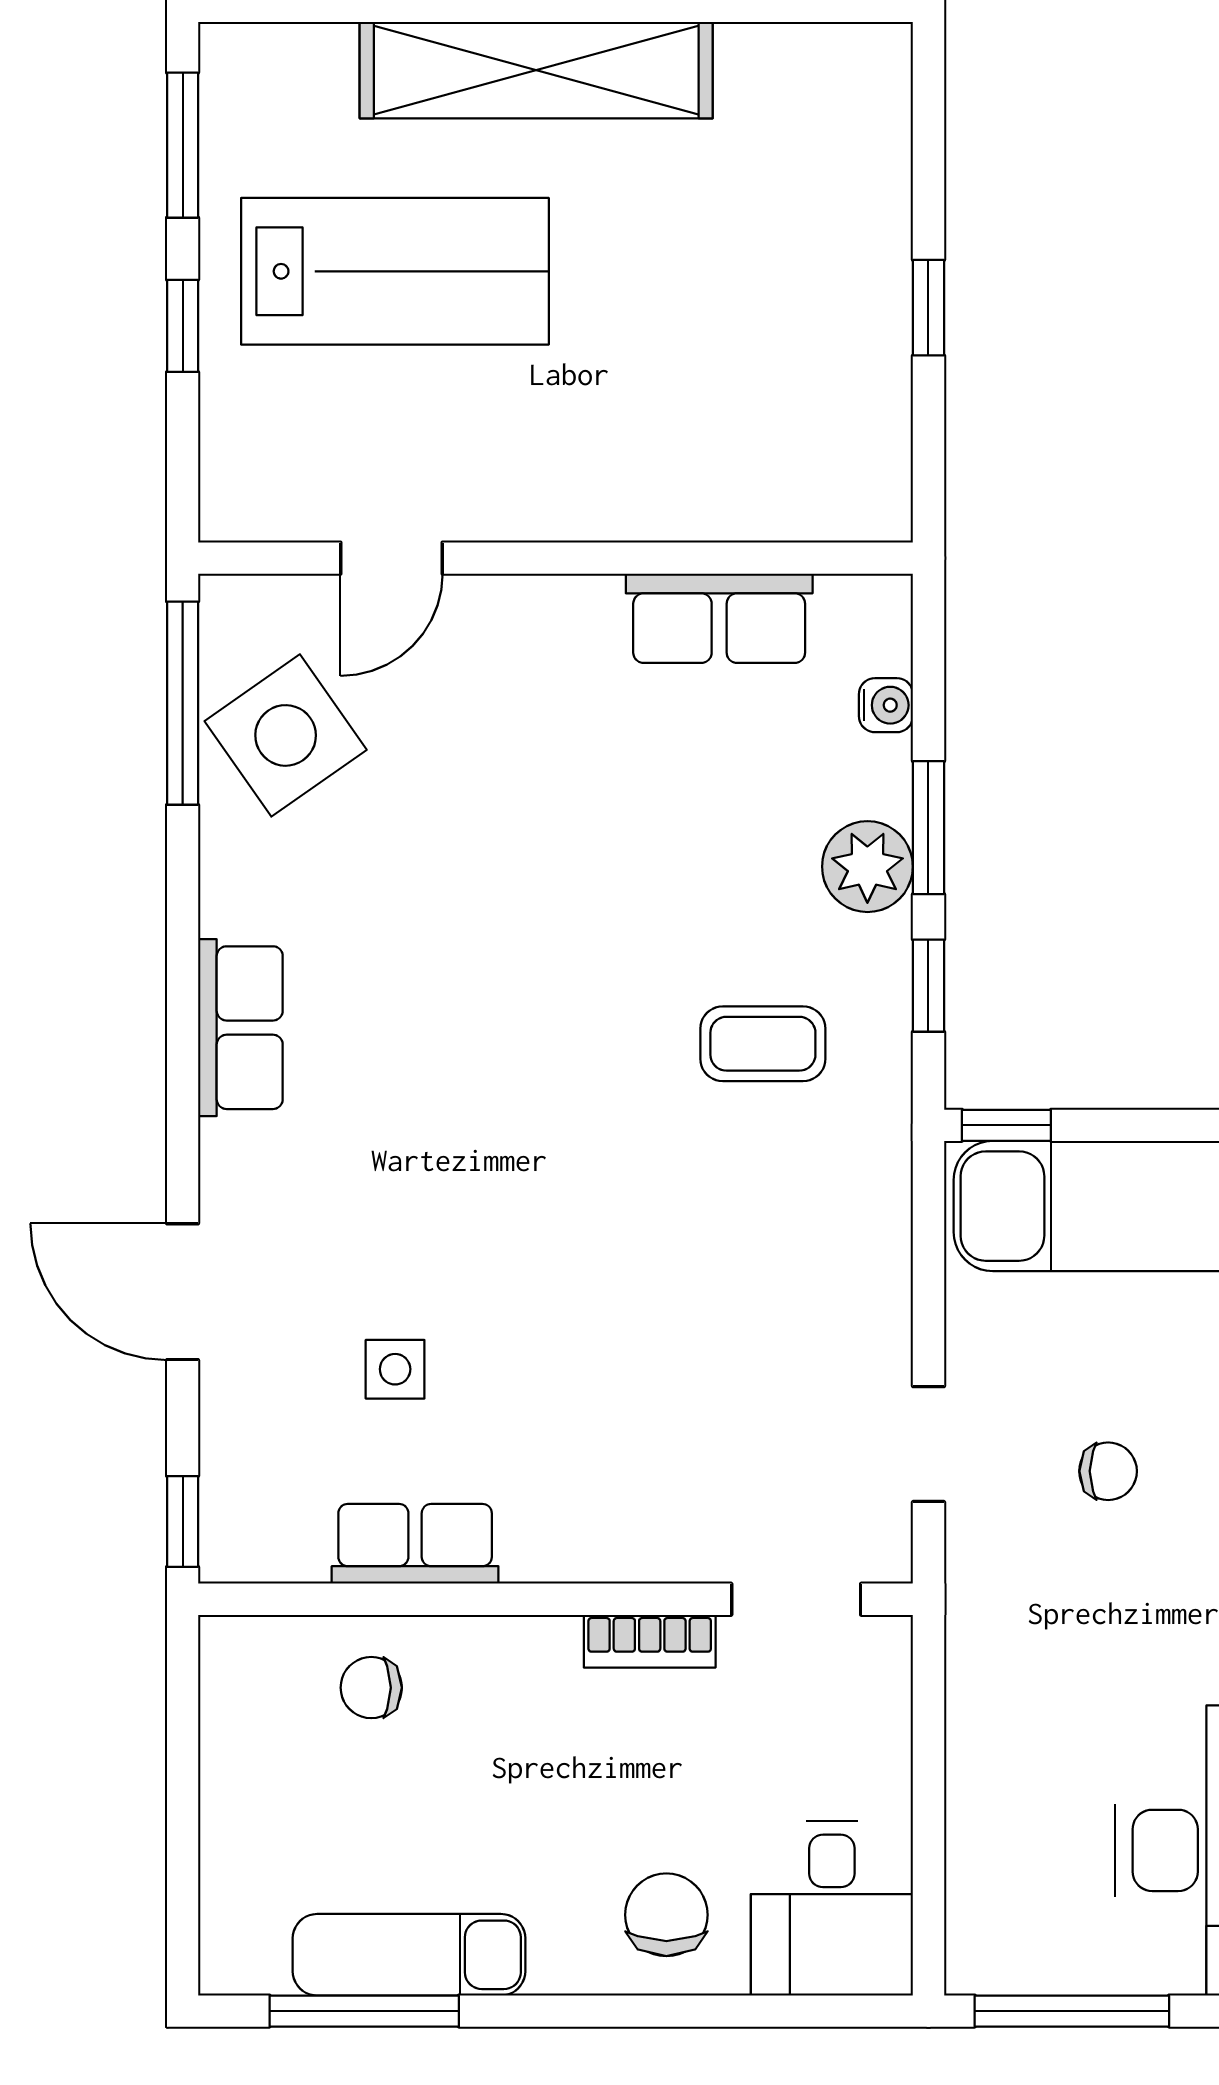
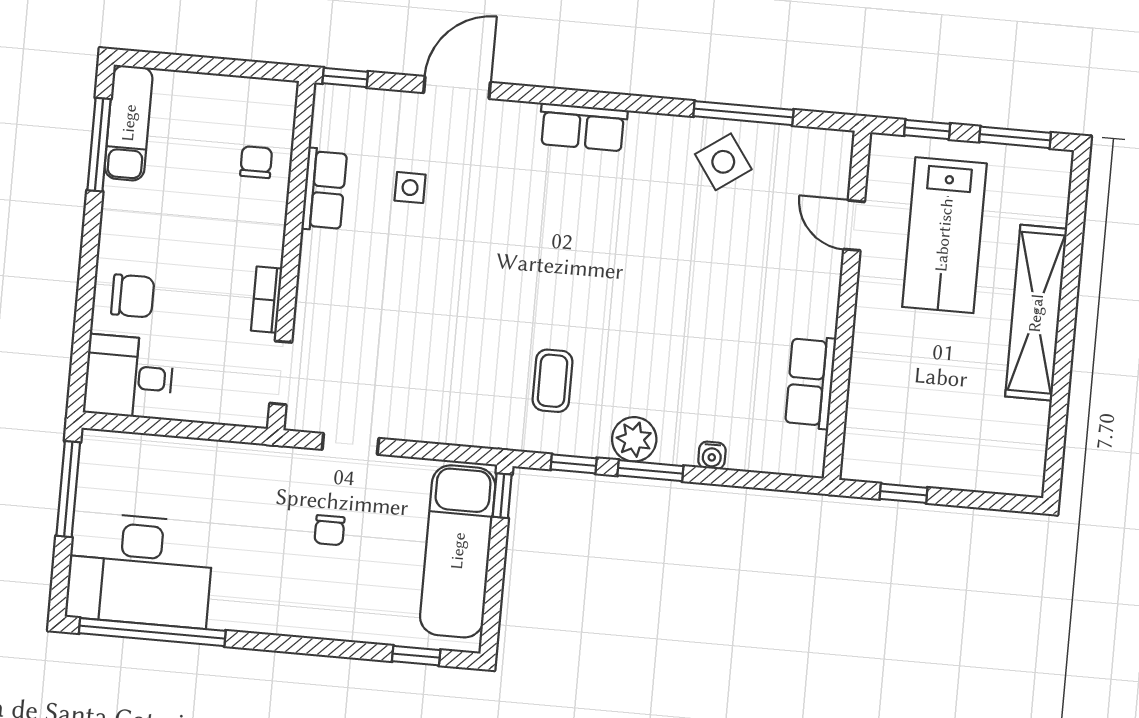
door: (391, 558) -> (854, 225), moved
wall: (556, 558) -> (847, 305), moved
row of seats: (719, 618) -> (811, 382), moved
side table: (286, 735) -> (723, 162), width x0.73, depth x0.73
exam couch: (409, 1955) -> (129, 123), moved

